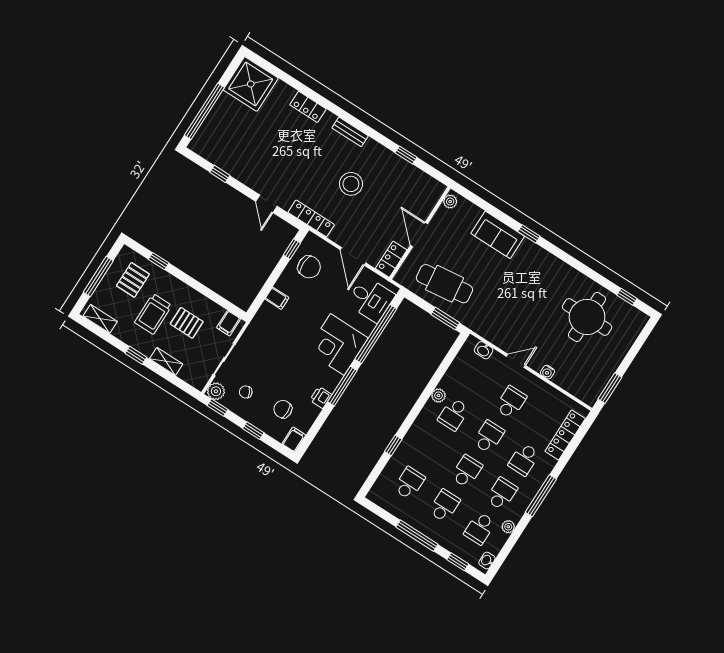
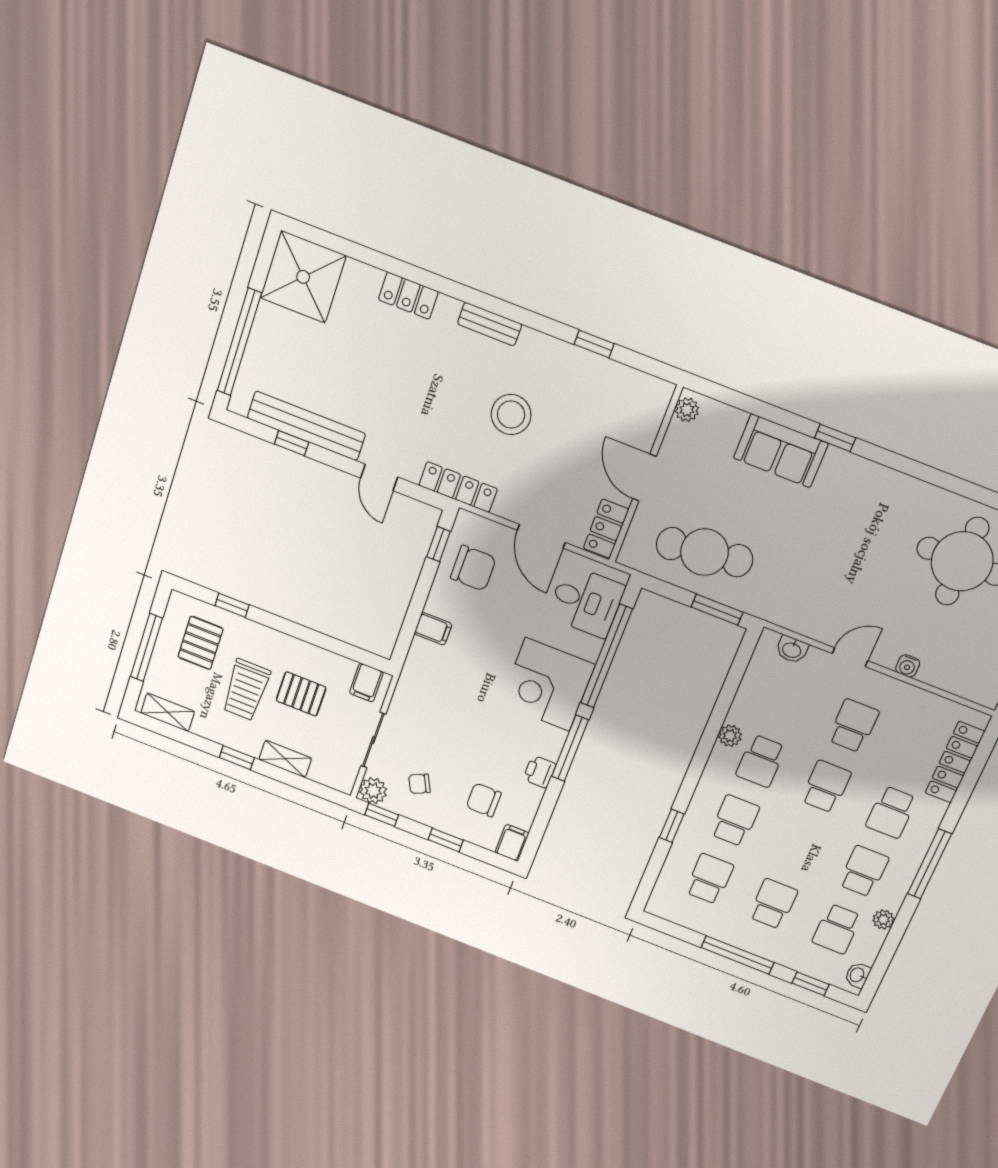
bench: (231, 166) -> (306, 426), added
school desk: (467, 471) -> (735, 821), moved

